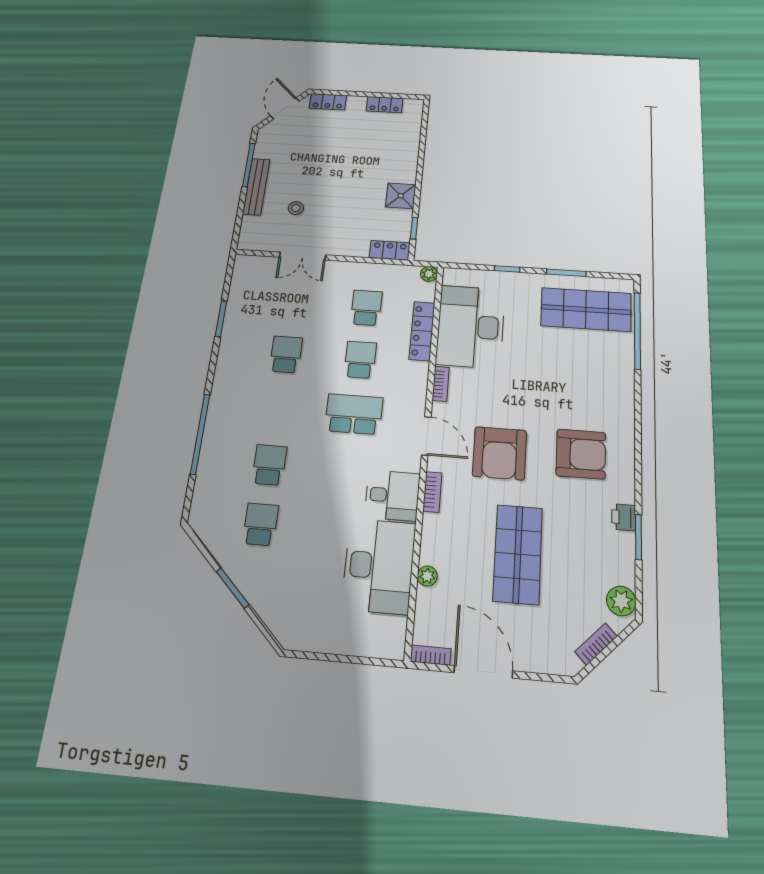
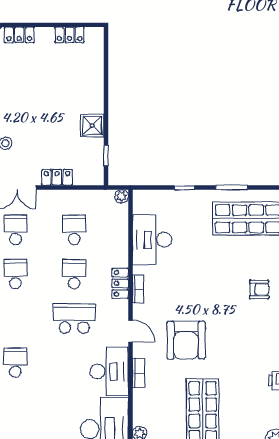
locker: (390, 250) -> (57, 177), moved
desk: (471, 326) -> (152, 240), width x0.73, depth x0.77
locker: (422, 331) -> (120, 283), moved, width x0.66
door: (426, 436) -> (130, 331), width x0.73
armchair: (581, 454) -> (259, 289), moved, width x0.53, depth x0.53
desk: (392, 495) -> (109, 371), width x1.37
school desk: (261, 524) -> (15, 230), moved

